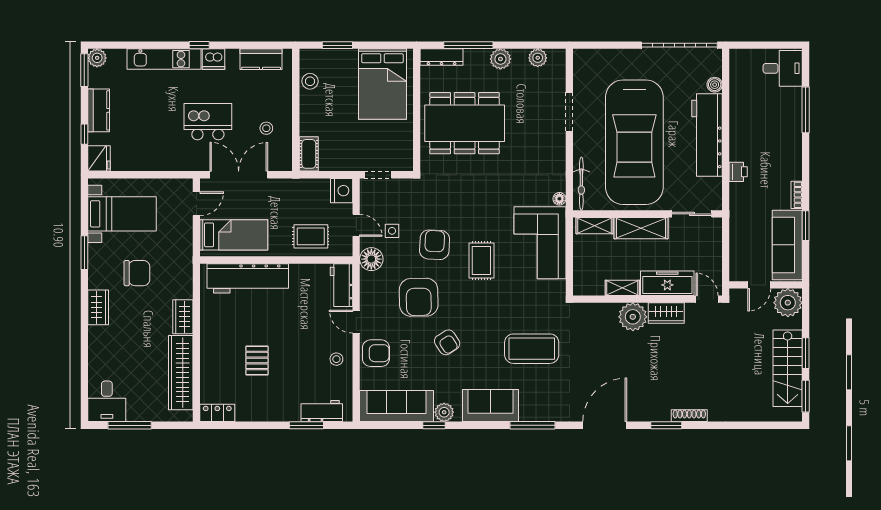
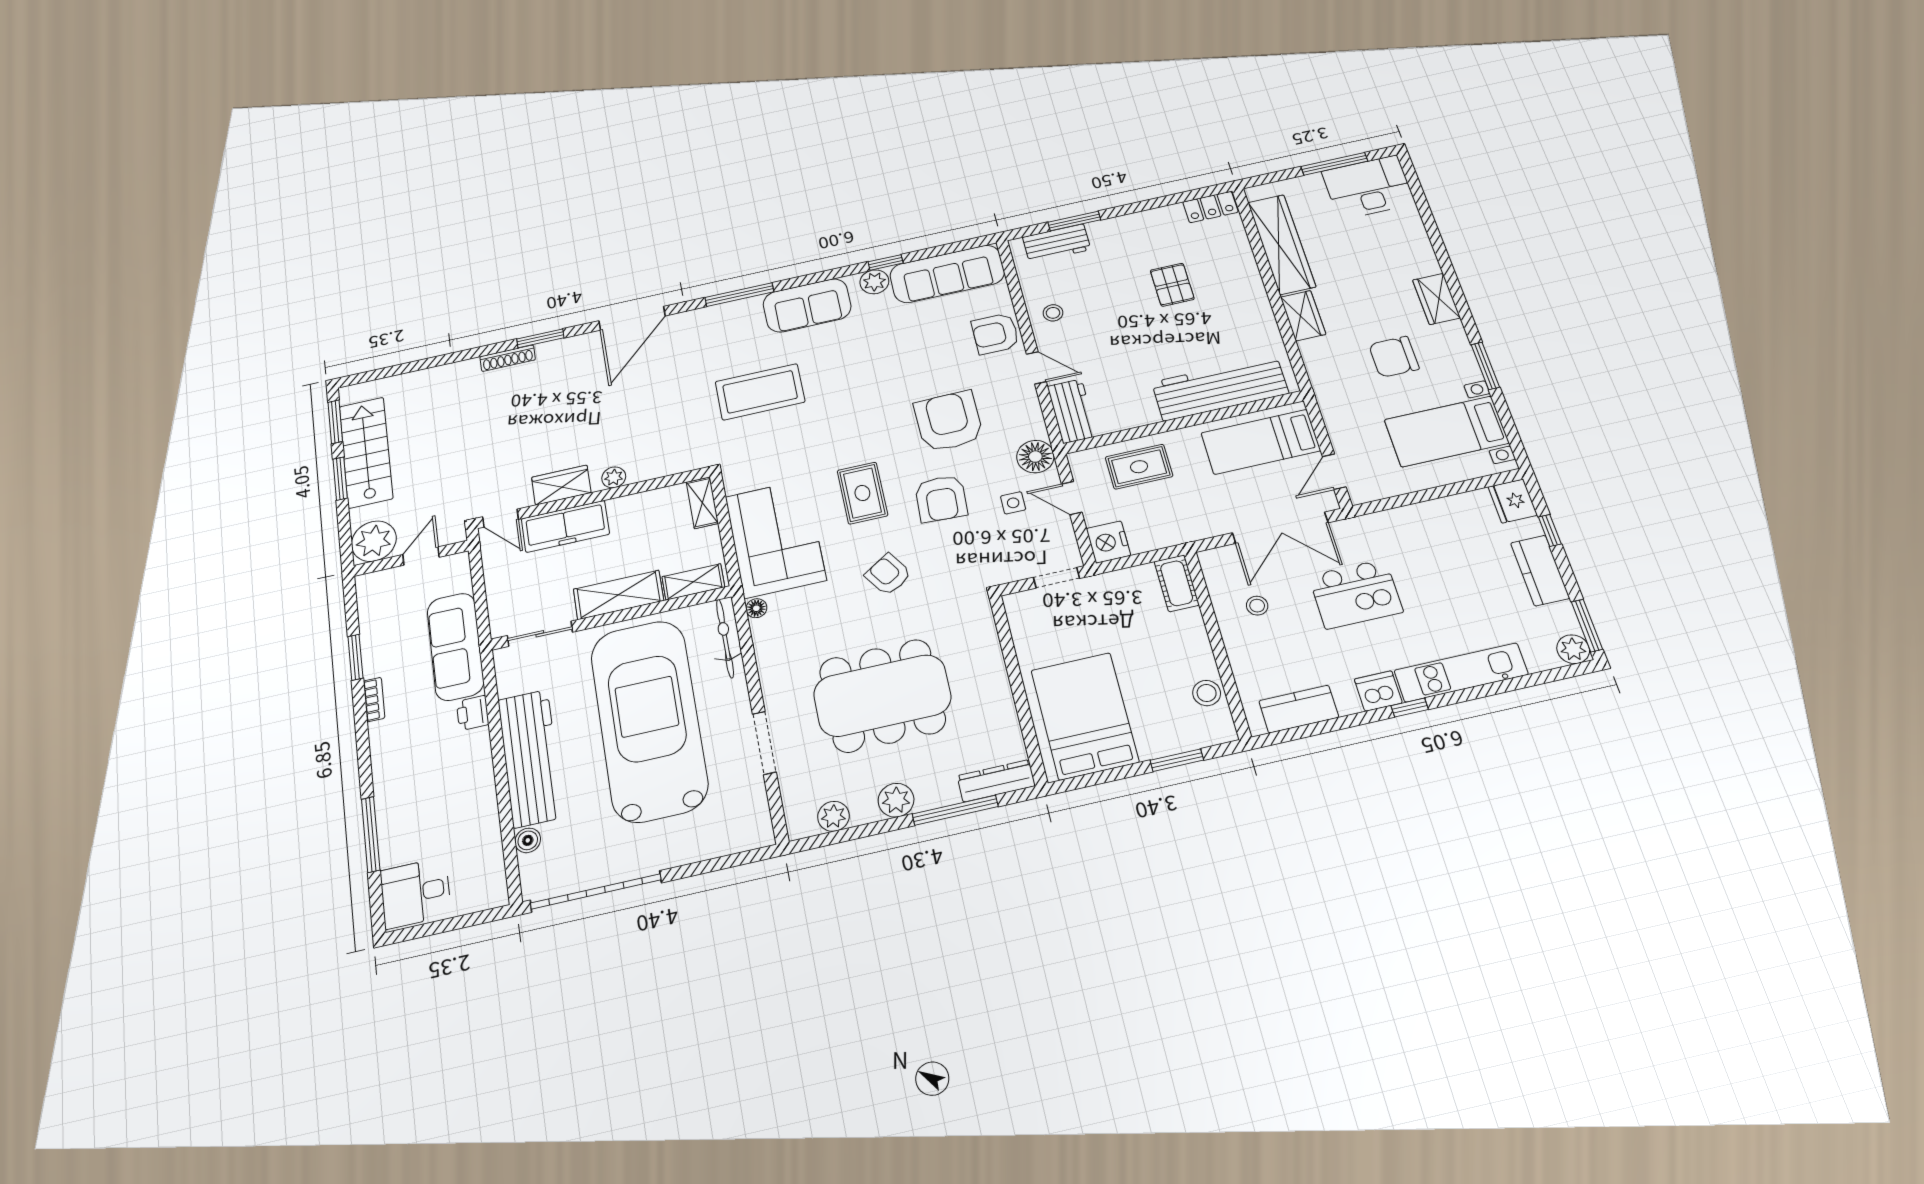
dining table: (465, 123) -> (882, 696), moved
sofa: (787, 245) -> (455, 646), moved, turned 180
shelving: (622, 288) -> (702, 503), moved, turned 90
plant: (633, 317) -> (614, 477), width x0.53, depth x0.53
armchair: (447, 342) -> (888, 575), moved
desk: (107, 401) -> (1368, 187), width x1.37

